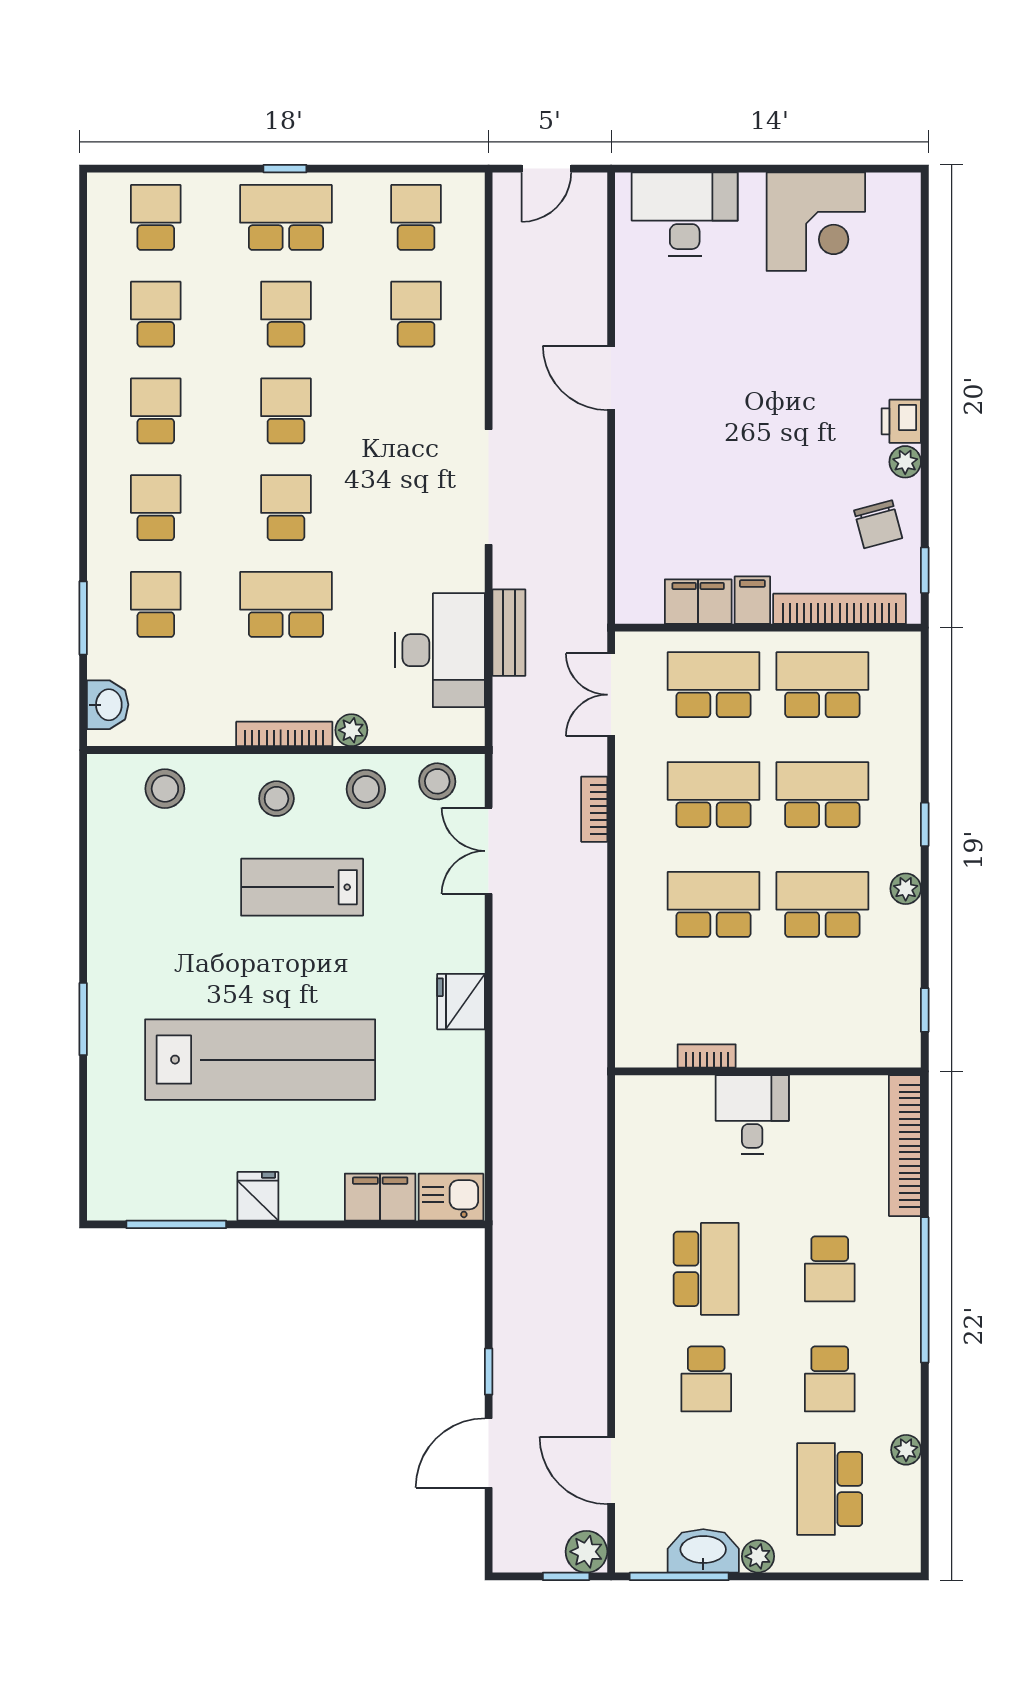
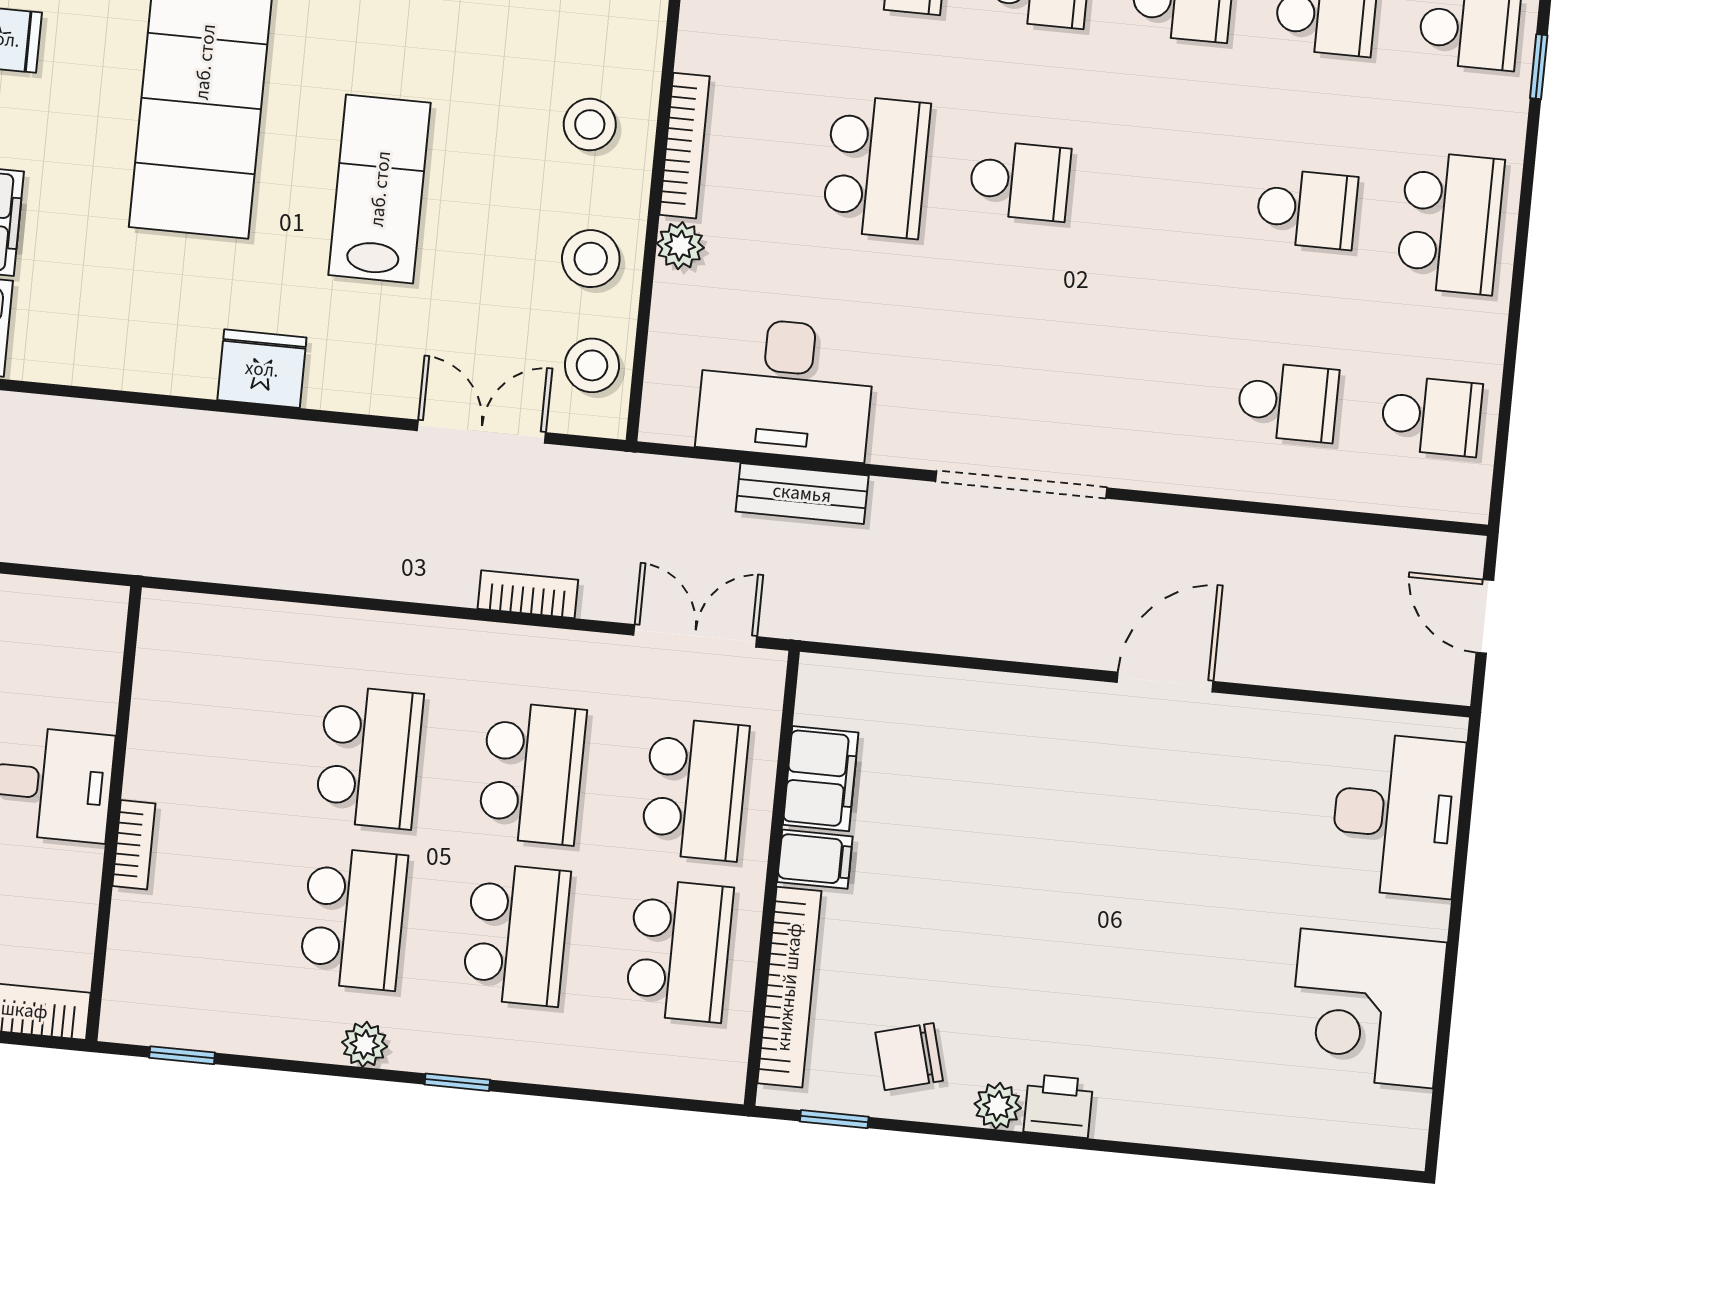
window: (285, 169) -> (1539, 67), moved
school desk: (286, 411) -> (1163, 195), removed
lab bench: (302, 887) -> (380, 189), moved
bookcase: (707, 1056) -> (134, 845), moved

